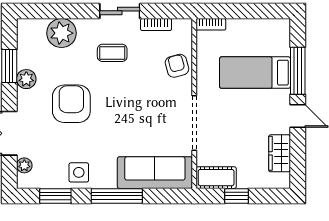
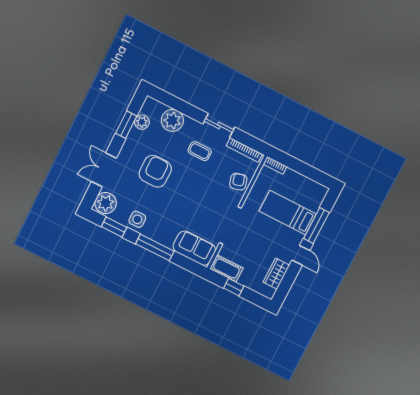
bookcase: (156, 25) -> (244, 150), width x1.56
plant: (26, 79) -> (142, 122), moved
plant: (24, 165) -> (106, 203), width x1.88, depth x1.88
sofa: (155, 173) -> (194, 248), width x0.73

